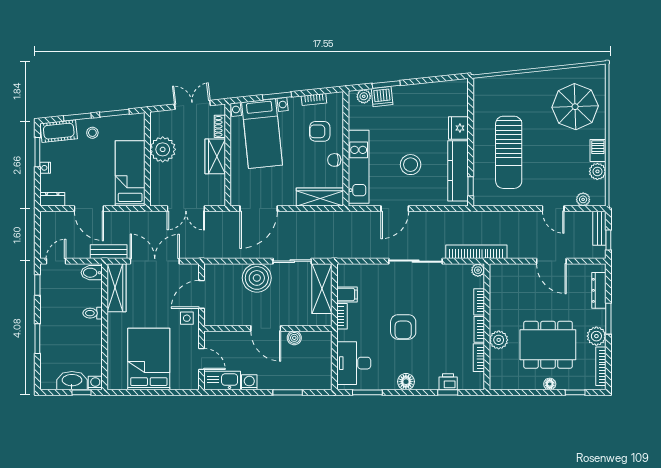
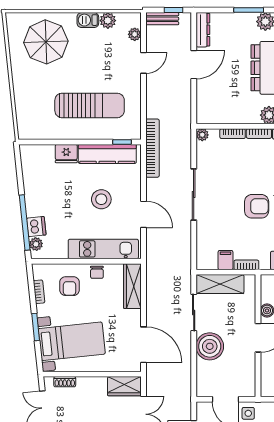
window: (386, 84) -> (25, 223), width x2.11
wardrobe: (215, 156) -> (124, 386), moved
bookcase: (476, 252) -> (152, 148), moved, turned 180
dresser: (599, 290) -> (203, 30), moved, turned -90

